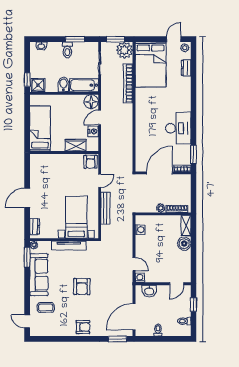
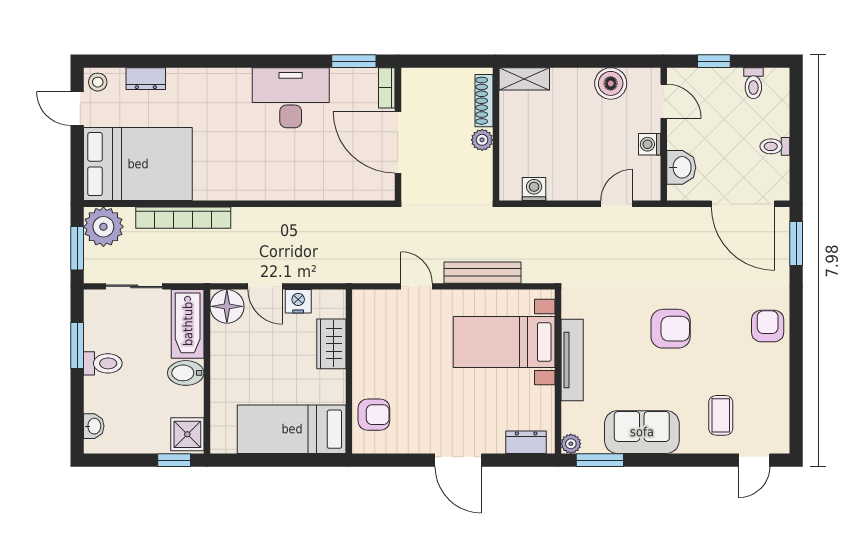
armchair: (91, 162) -> (374, 415), moved
boiler: (184, 244) -> (611, 83), moved
sofa: (39, 275) -> (642, 432), width x0.73
washing machine: (140, 278) -> (650, 144), moved

